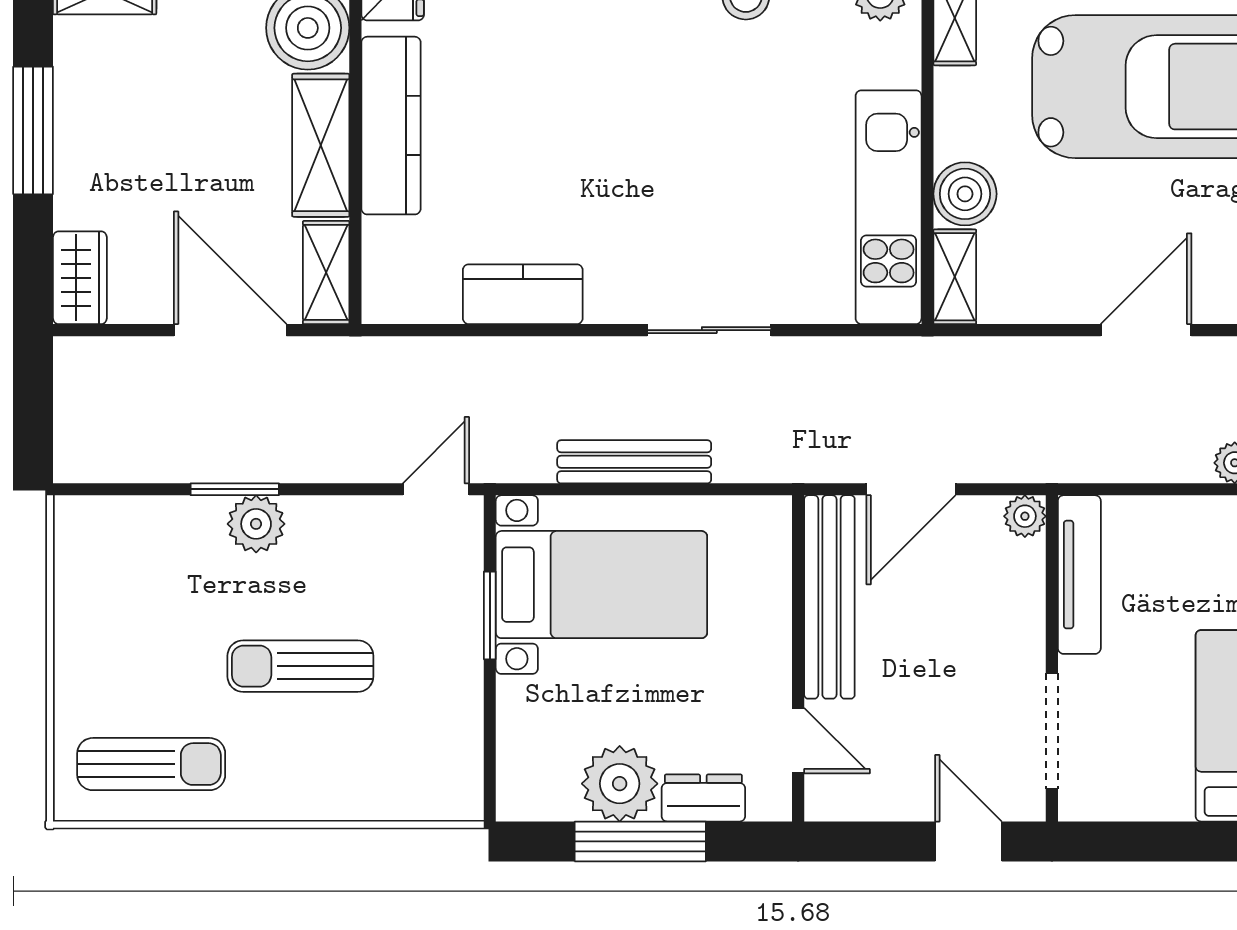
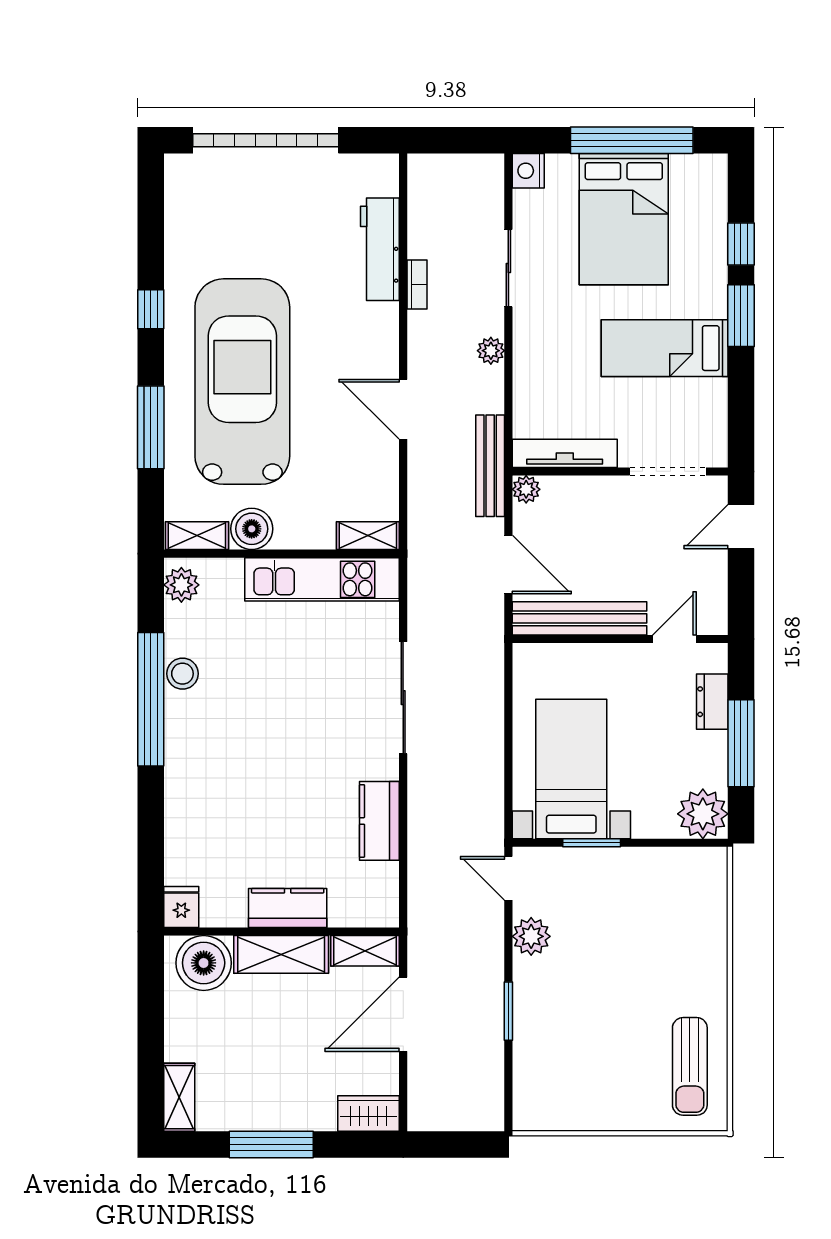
kitchen counter: (391, 126) -> (288, 908), width x0.67
boiler: (965, 194) -> (252, 529), moved
sliding door: (709, 330) -> (403, 698), width x1.37
bench: (634, 462) -> (490, 466), moved
plant: (256, 524) -> (531, 936), moved
sun lounger: (300, 666) -> (625, 968), removed
sun lounger: (151, 764) -> (690, 1066), turned 180
plant: (620, 784) -> (703, 814), moved

